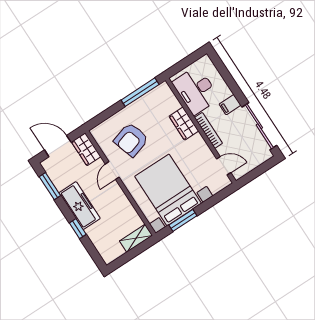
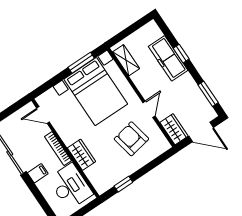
window: (140, 92) -> (123, 184), width x0.46
armchair: (131, 140) -> (131, 139), turned -84
freezer: (80, 206) -> (168, 58), moved
shelving: (136, 238) -> (126, 60), moved, turned 90

